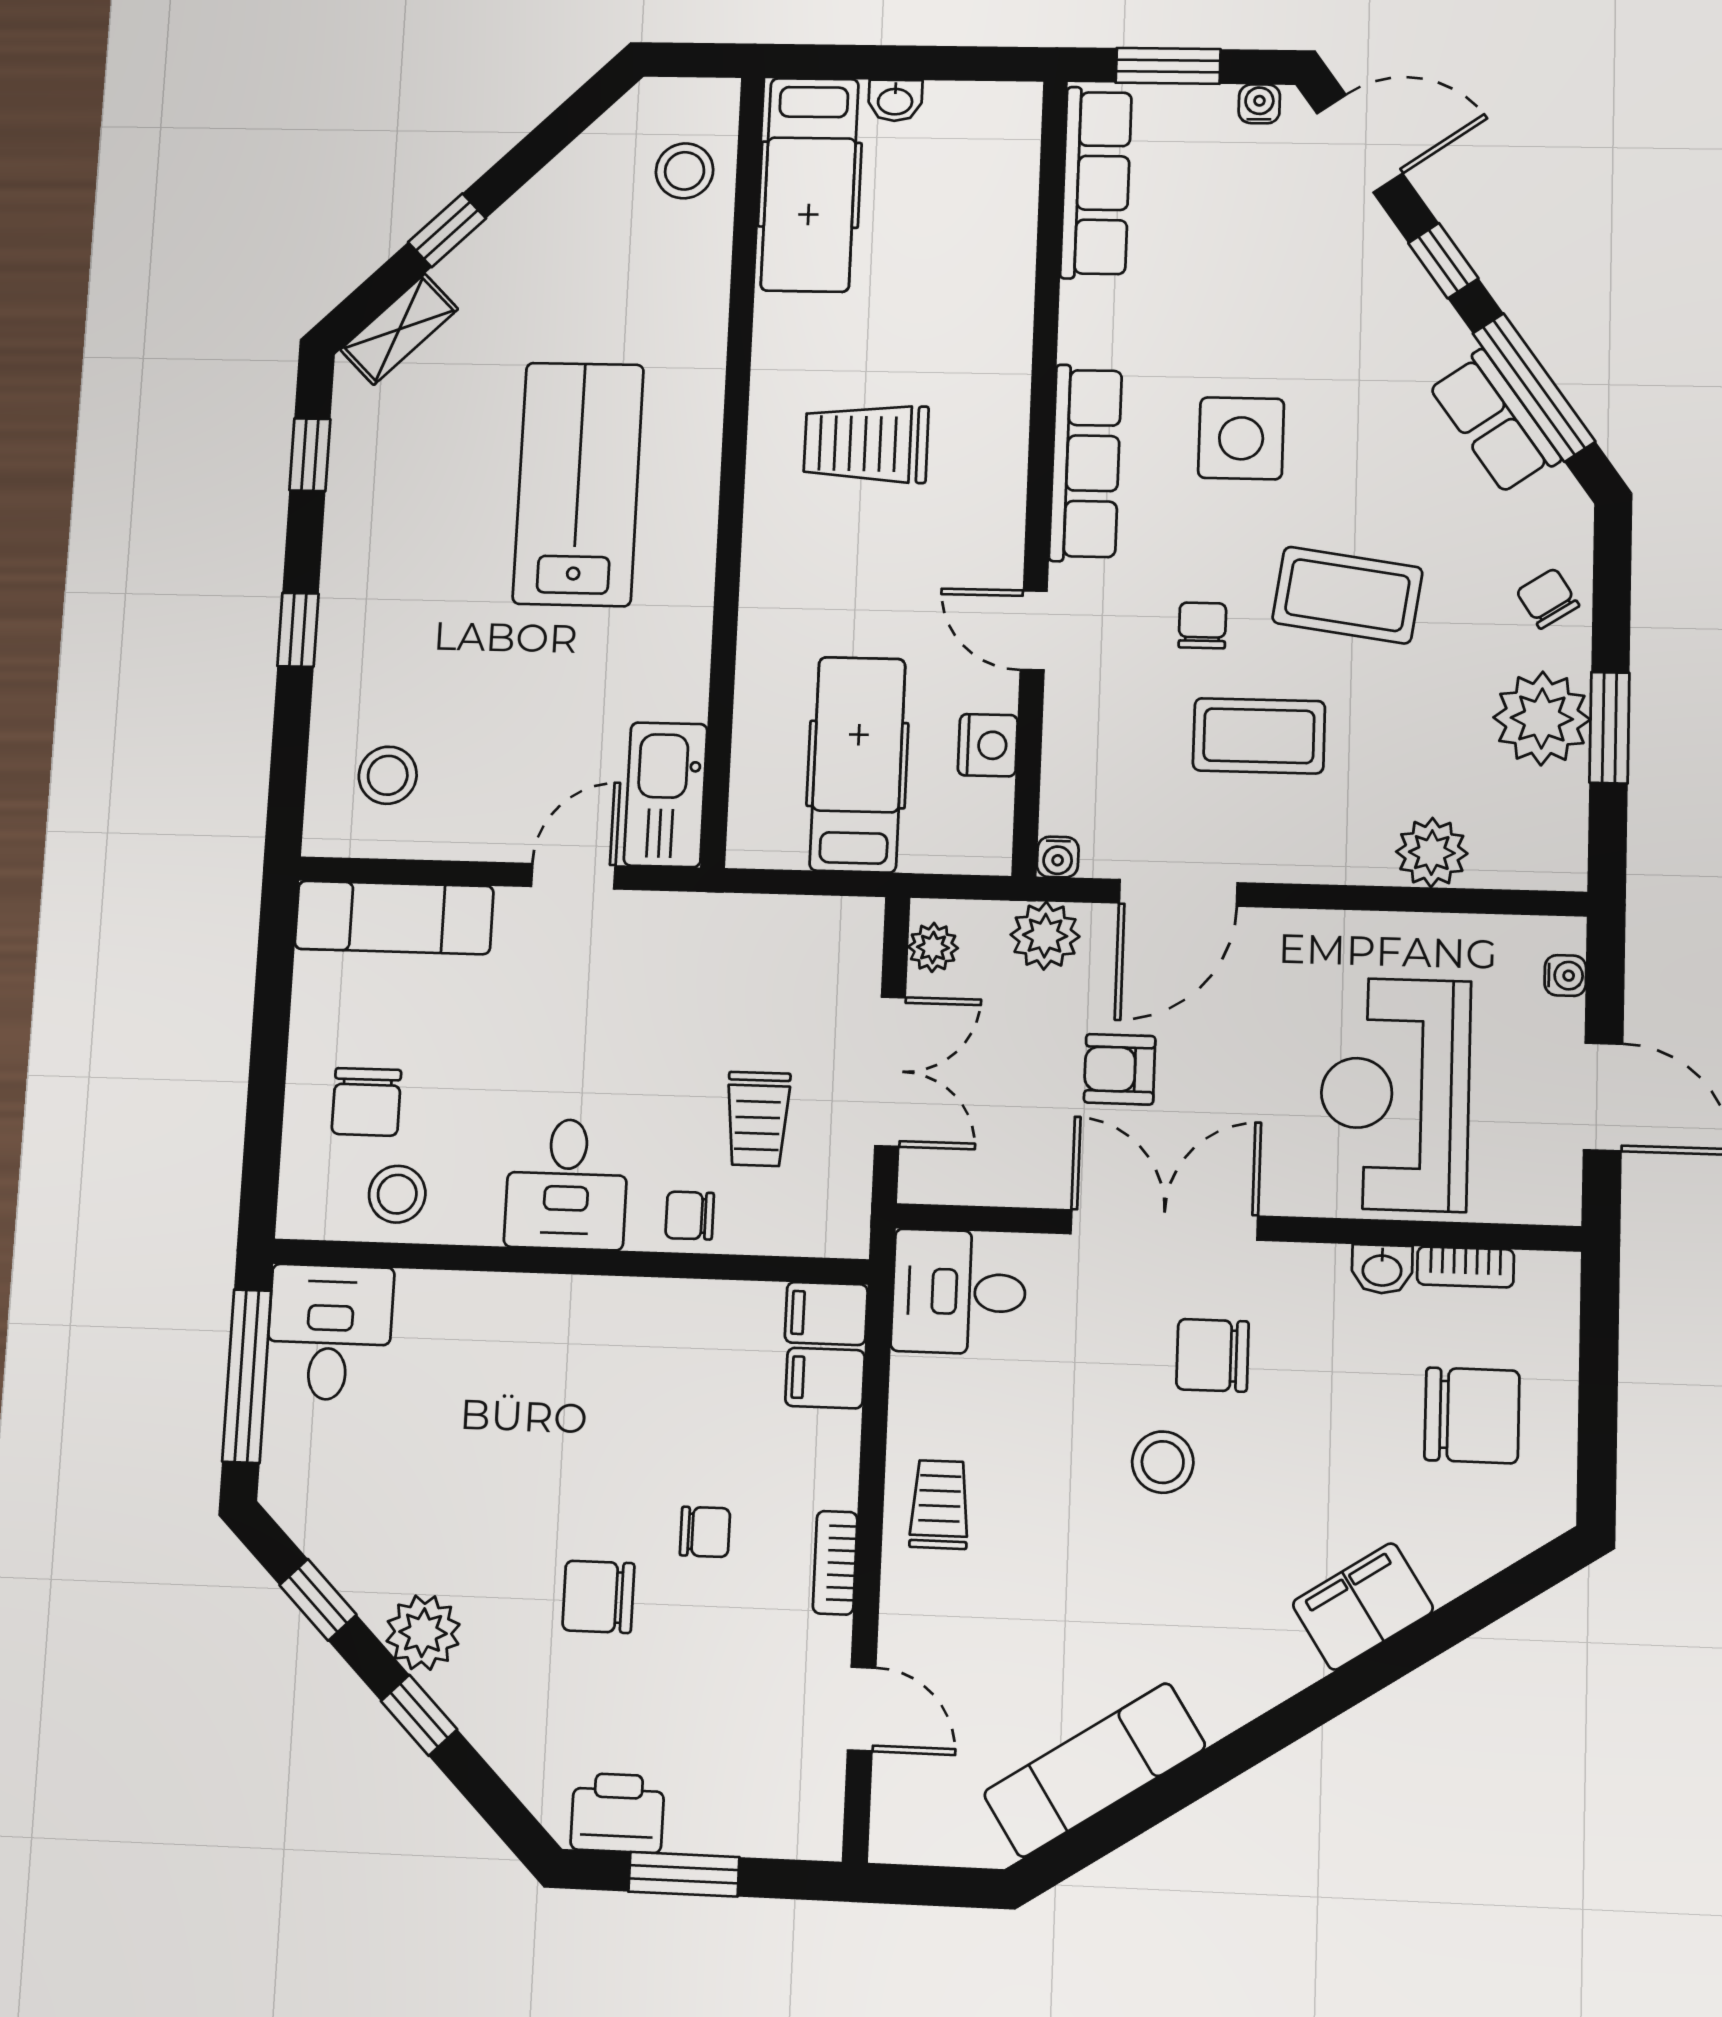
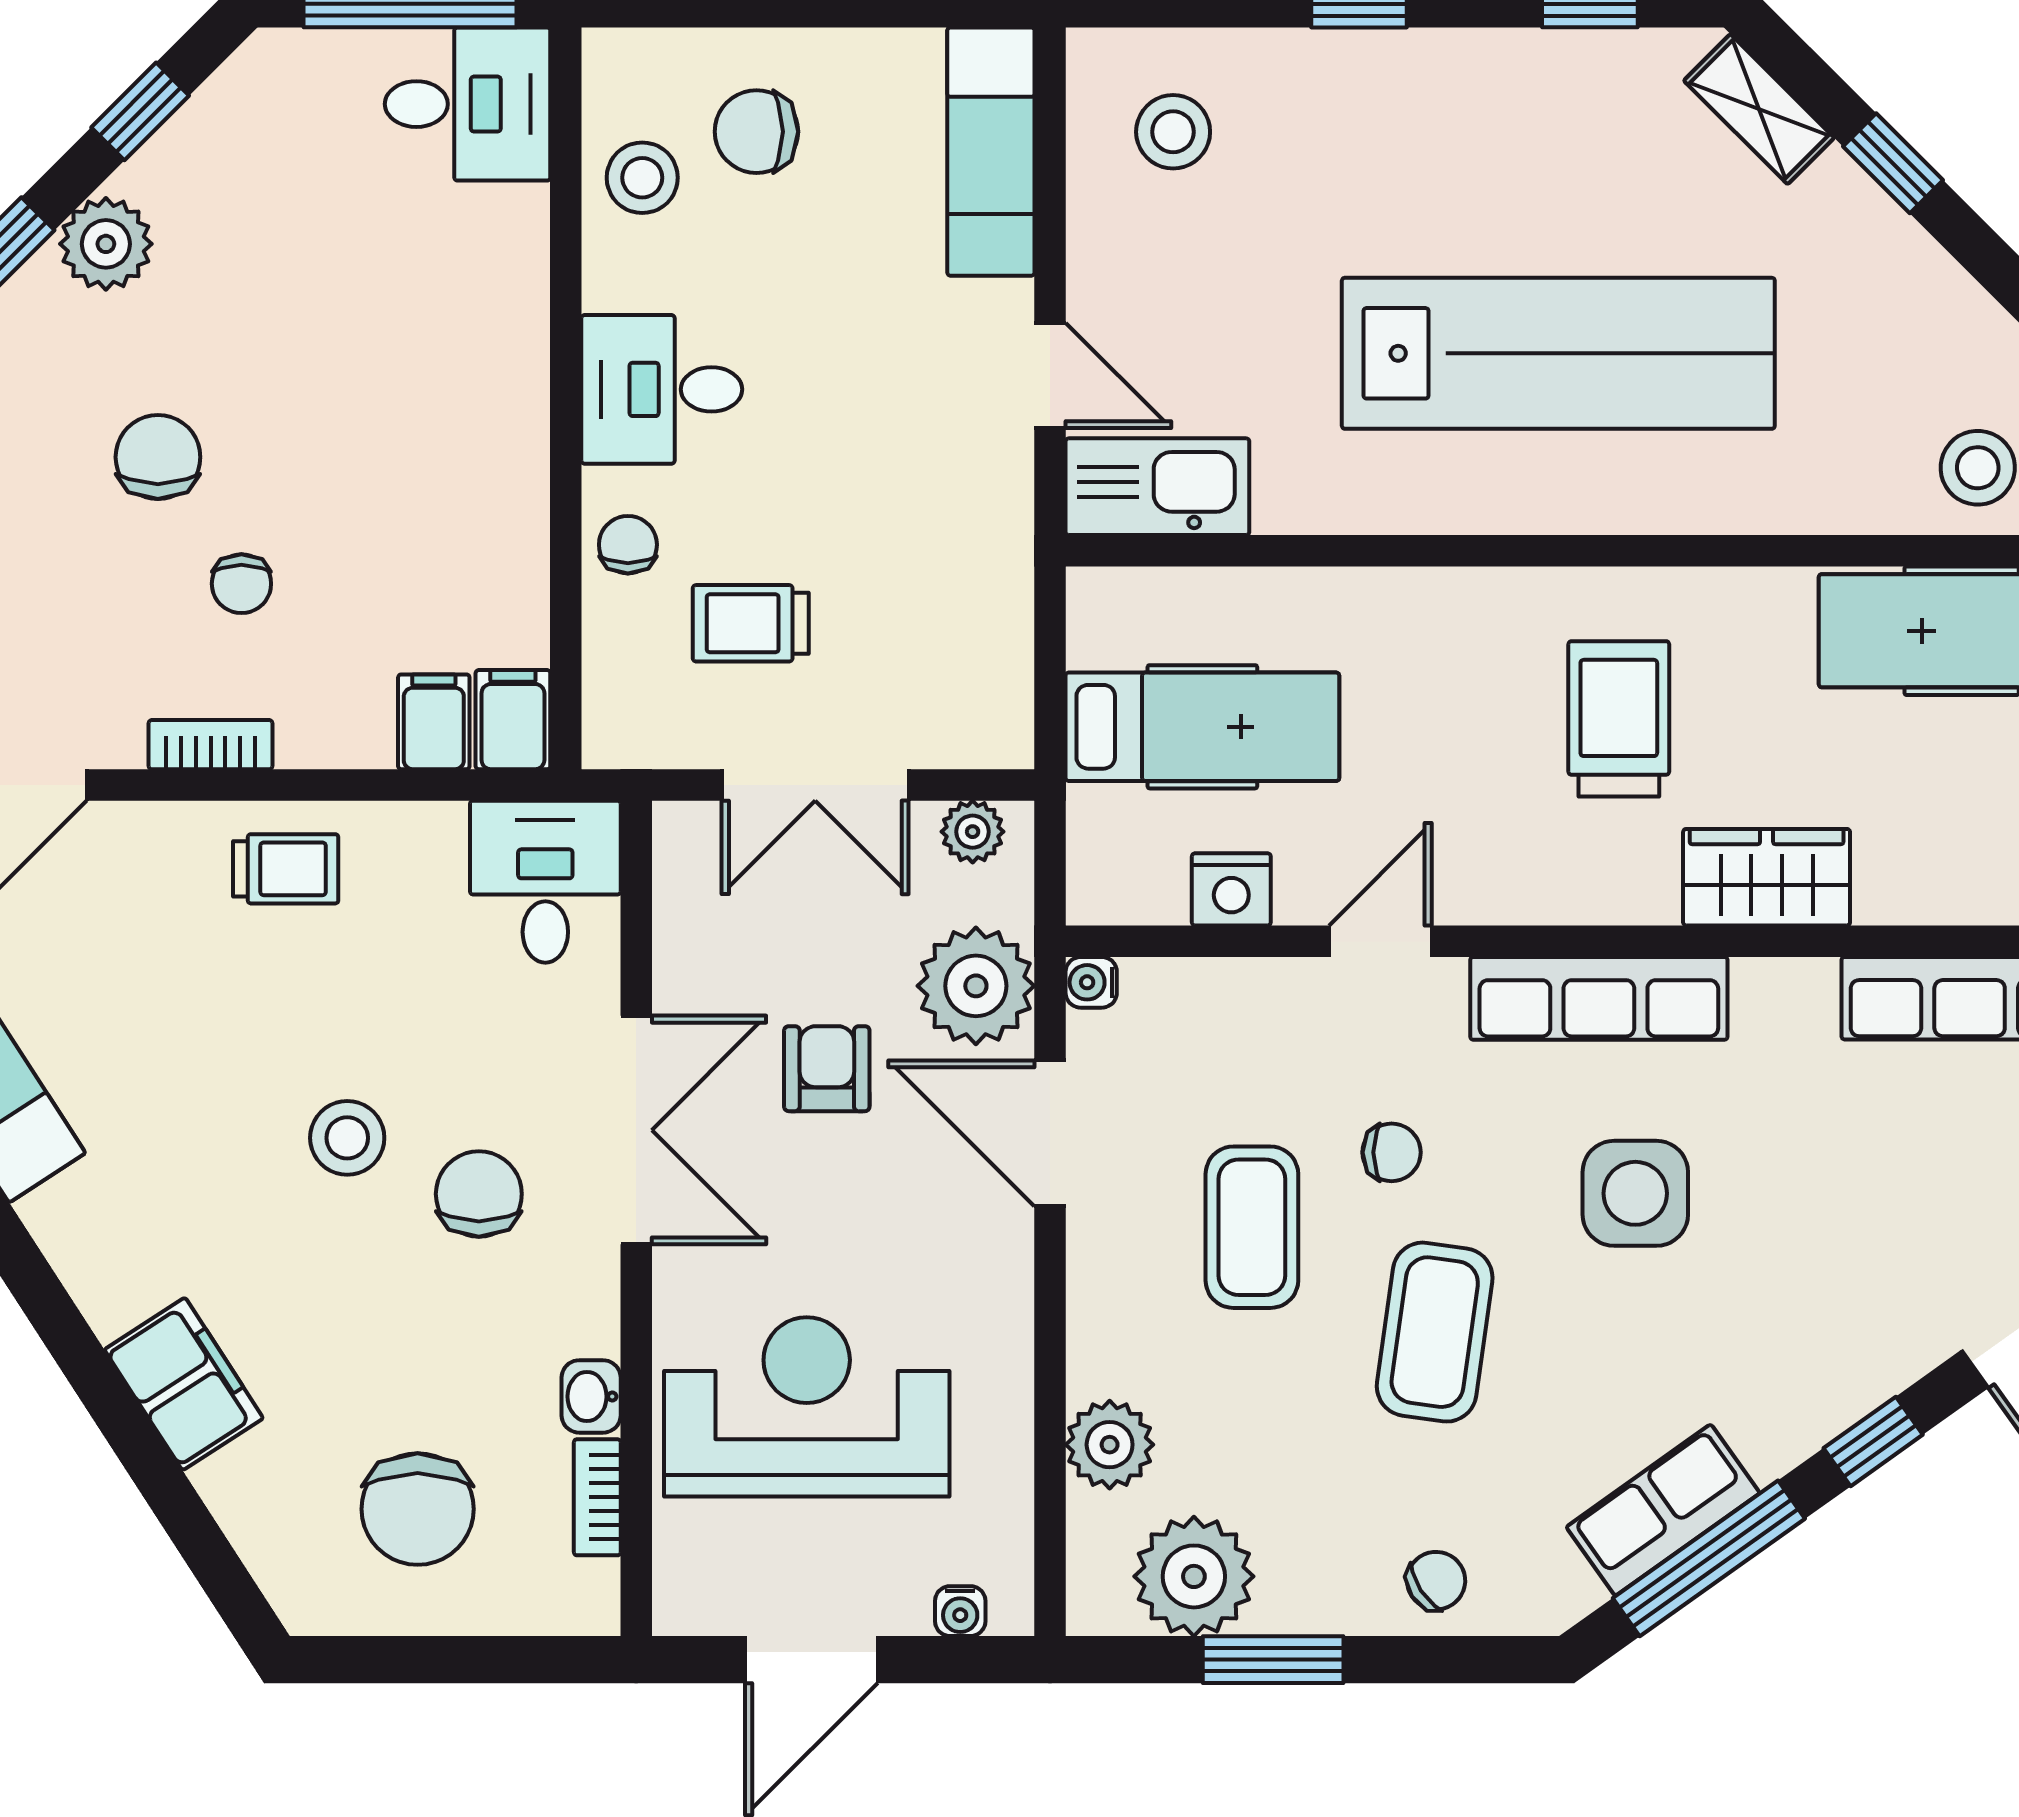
wardrobe: (995, 334) -> (1767, 877), added
lab bench: (578, 484) -> (1558, 353), width x1.36
plant: (1542, 718) -> (1194, 1576), moved
plant: (1045, 936) -> (976, 986), width x1.36, depth x1.36

